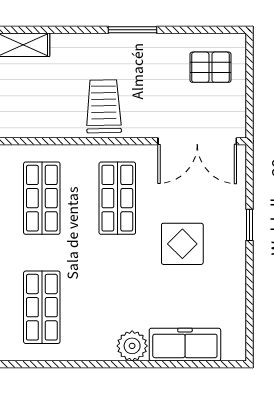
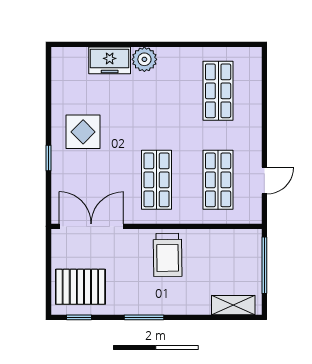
window: (212, 30) -> (79, 317), added
pallet: (210, 67) -> (80, 287), width x1.50, depth x1.42
display table: (182, 244) -> (83, 132), moved
freezer: (185, 345) -> (110, 60), width x0.71

